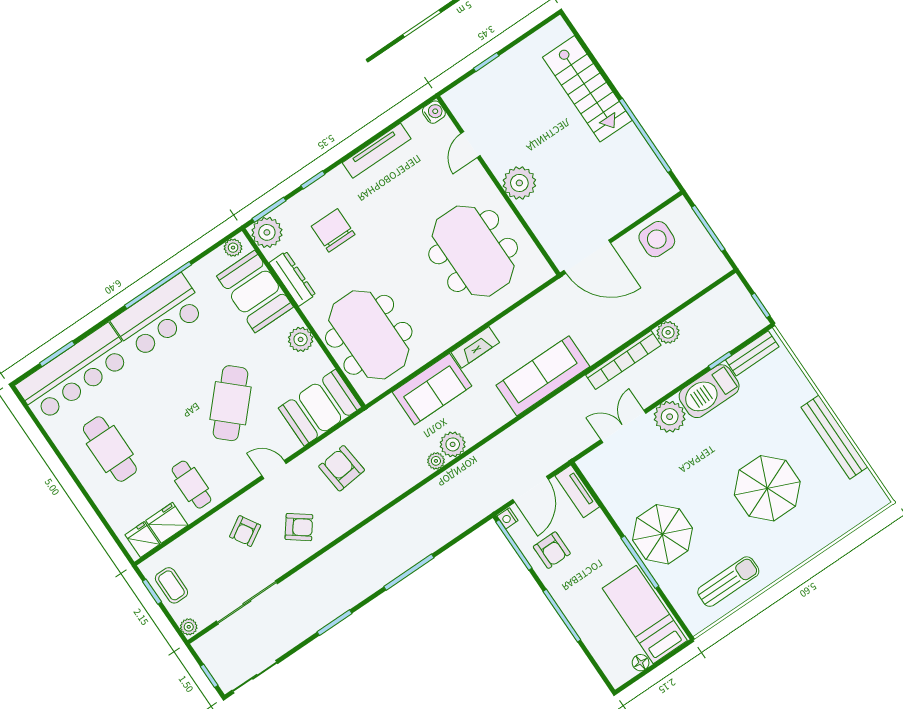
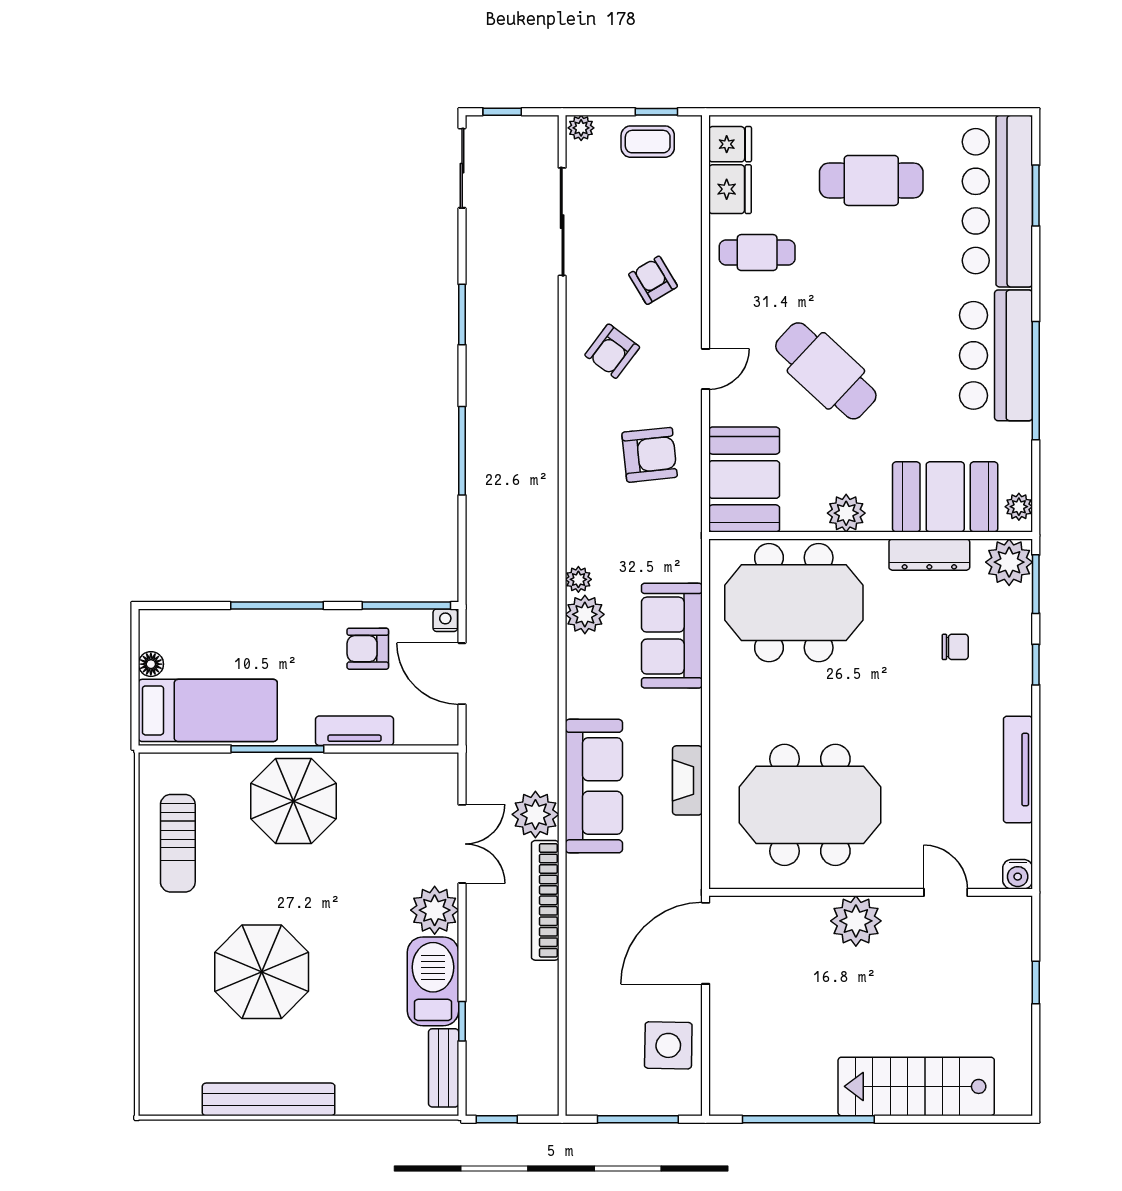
chair: (333, 230) -> (955, 647), width x0.54, depth x0.54
plant: (668, 332) -> (535, 814), moved, width x1.36, depth x1.36
fireplace: (475, 347) -> (687, 780), moved
tv unit: (577, 491) -> (354, 731), moved

